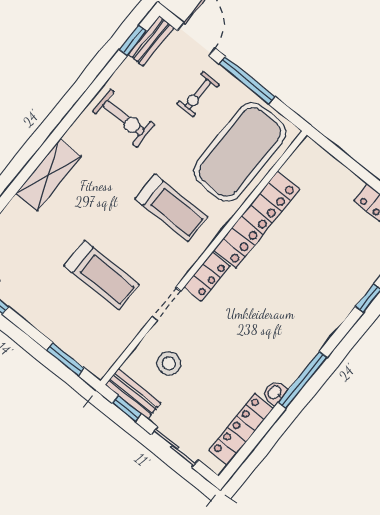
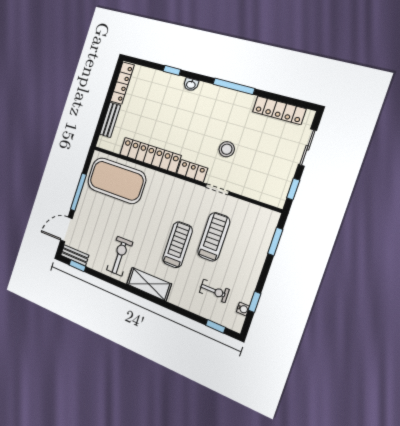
exercise bike: (198, 94) -> (214, 291), moved
shelving: (49, 175) -> (149, 284), moved
treadmill: (171, 208) -> (177, 245), moved
stool: (169, 363) -> (227, 149), moved
washbasin: (275, 393) -> (191, 85), moved
bench: (133, 394) -> (110, 120), moved

